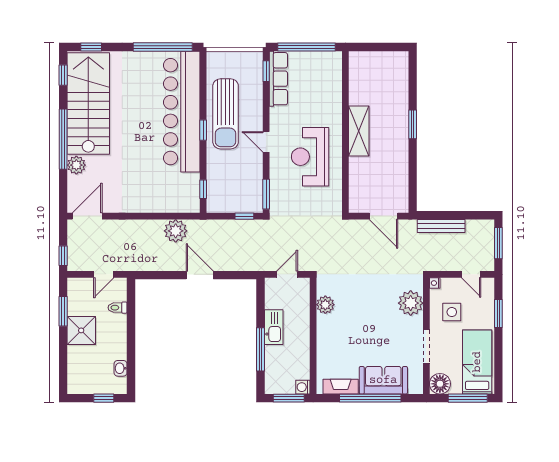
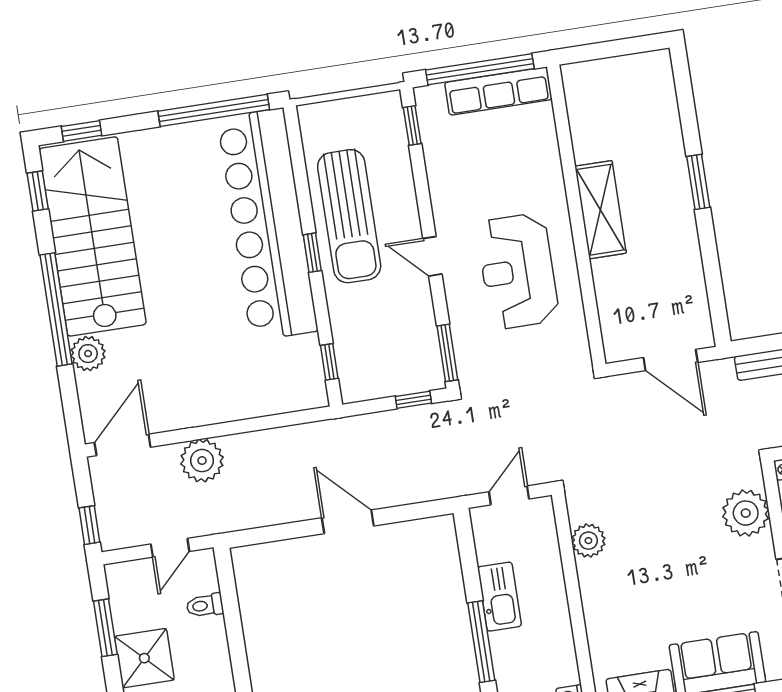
row of seats: (278, 79) -> (498, 91), moved, turned 90
plant: (176, 231) -> (202, 461), moved

